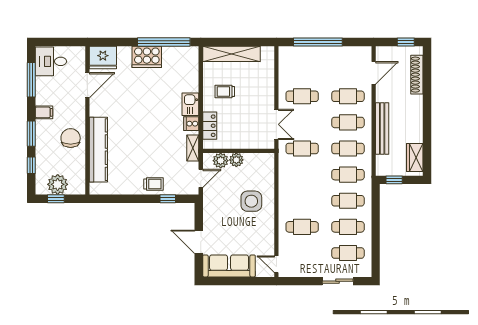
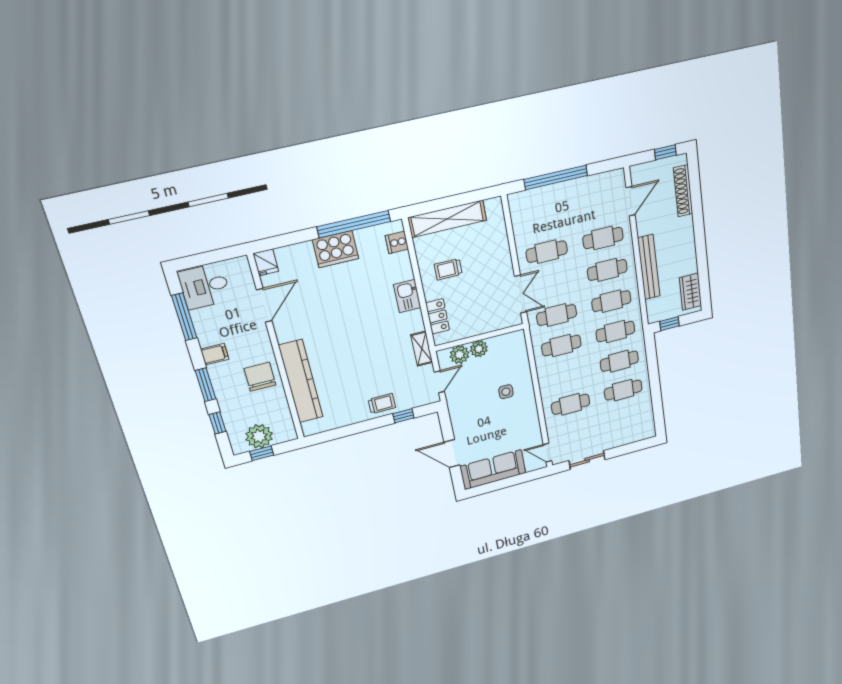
fridge: (103, 58) -> (266, 262), width x0.53, depth x0.75
cooker: (191, 124) -> (397, 242), moved
side table: (251, 201) -> (506, 392), width x0.54, depth x0.54
cafe table: (348, 253) -> (561, 346), moved
sliding door: (338, 281) -> (587, 460), moved

